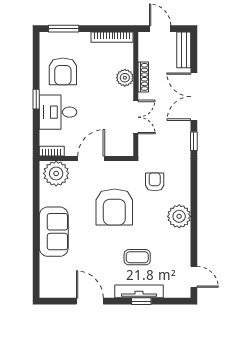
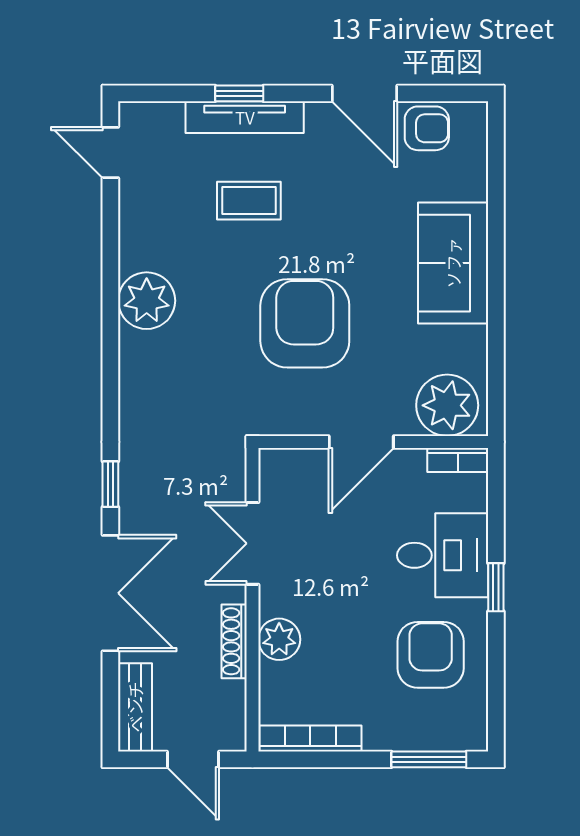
armchair: (155, 182) -> (427, 128), moved, turned -90

